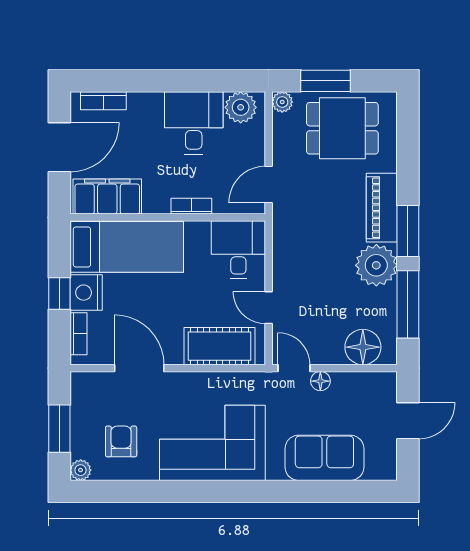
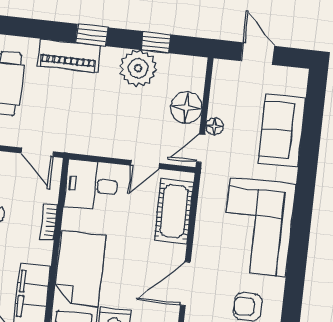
window: (408, 231) -> (92, 35), width x0.67
plant: (376, 265) -> (138, 68), moved
window: (408, 304) -> (156, 42), width x0.46
floor lamp: (363, 347) -> (186, 108), moved

